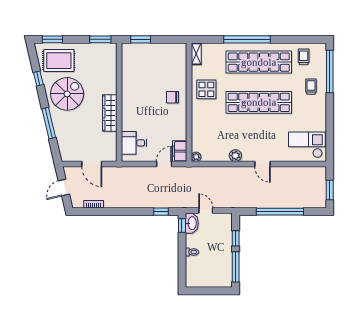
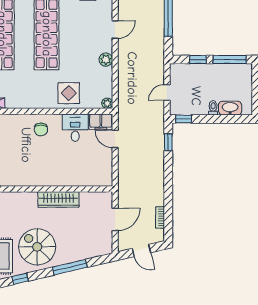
display table: (206, 89) -> (69, 93), moved
desk: (134, 143) -> (75, 128), moved, turned 180
washbasin: (192, 223) -> (230, 108), moved

